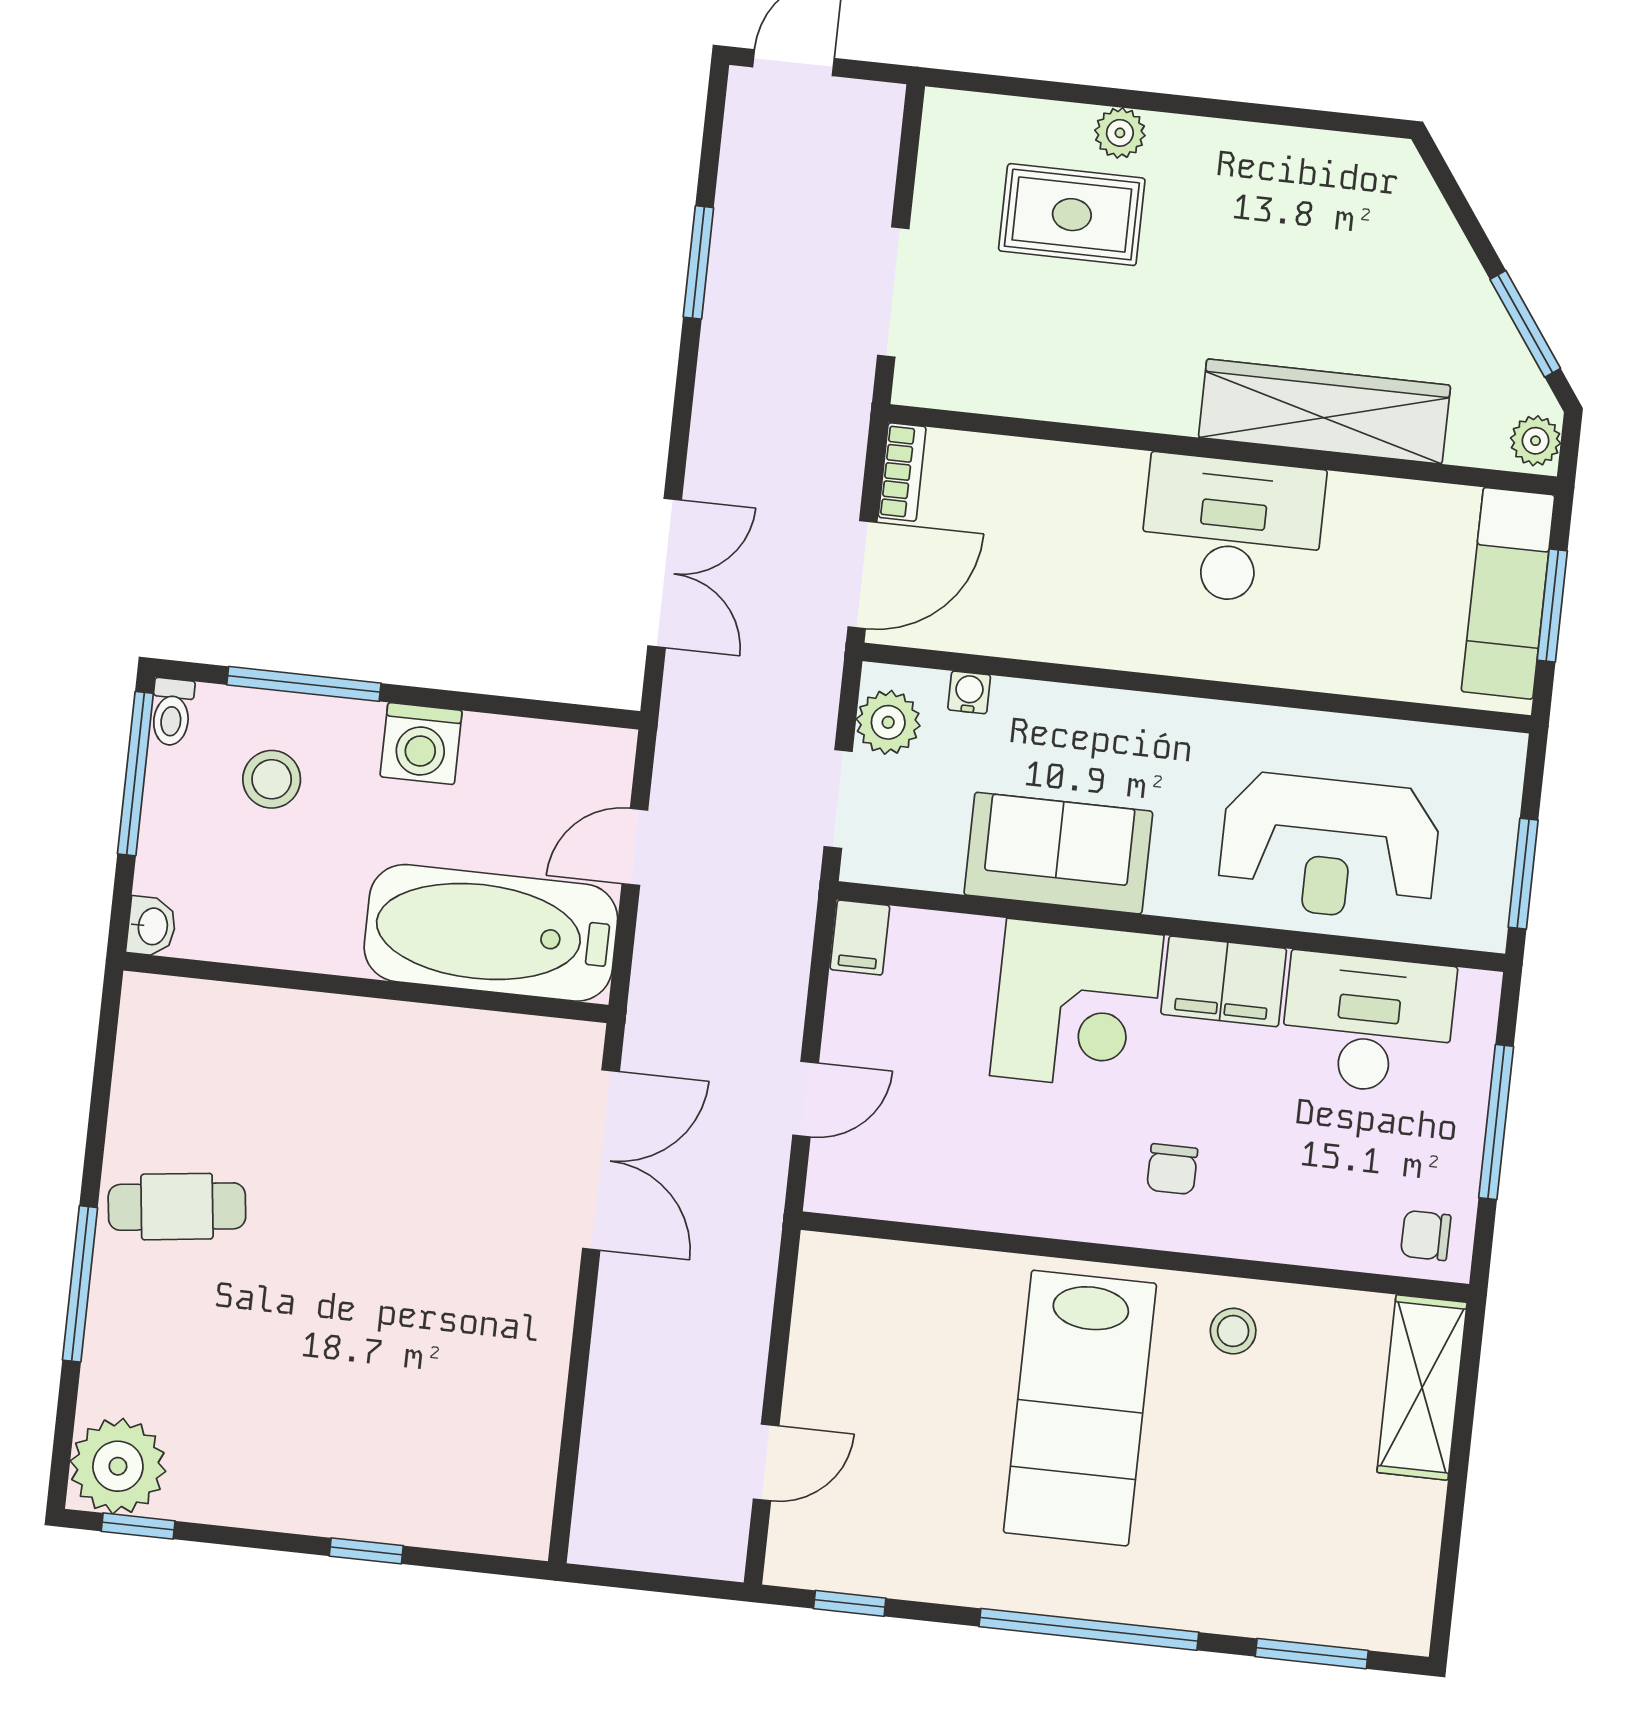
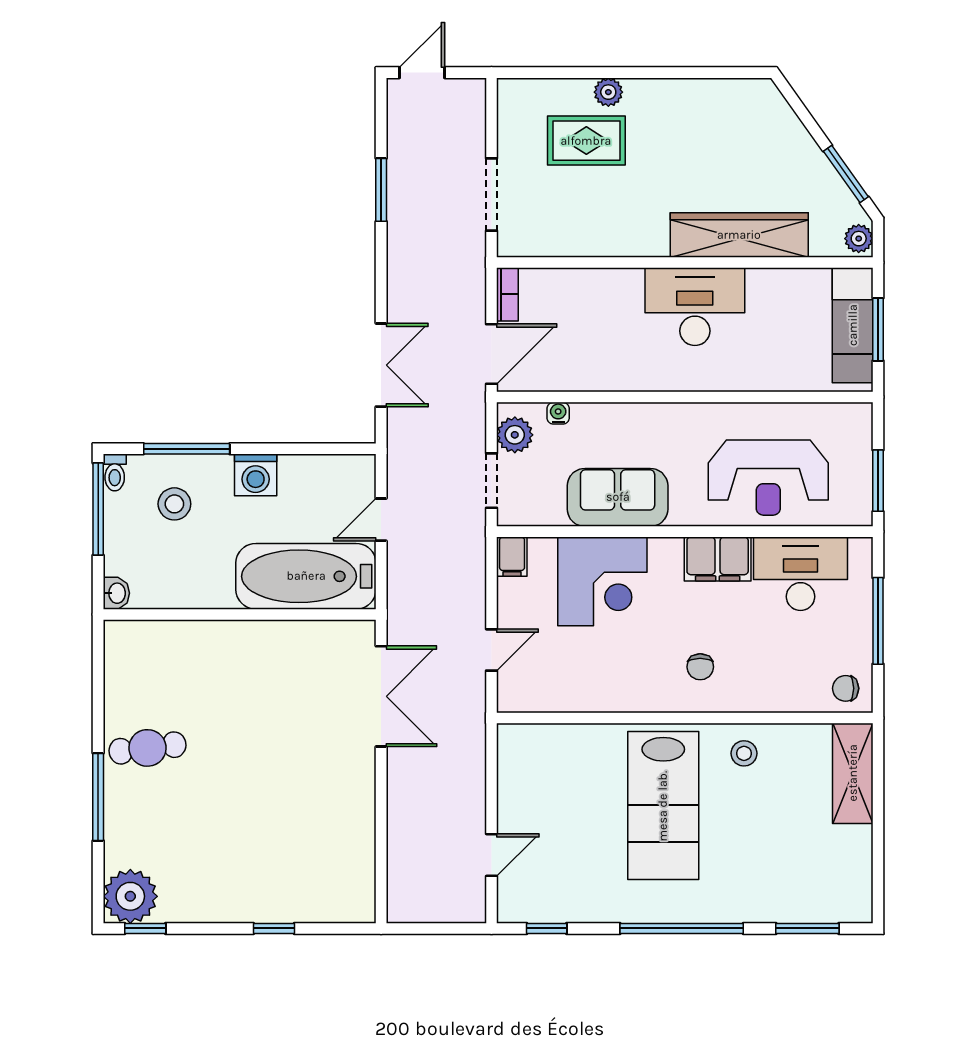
corner desk: (1077, 1005) -> (602, 581), moved

